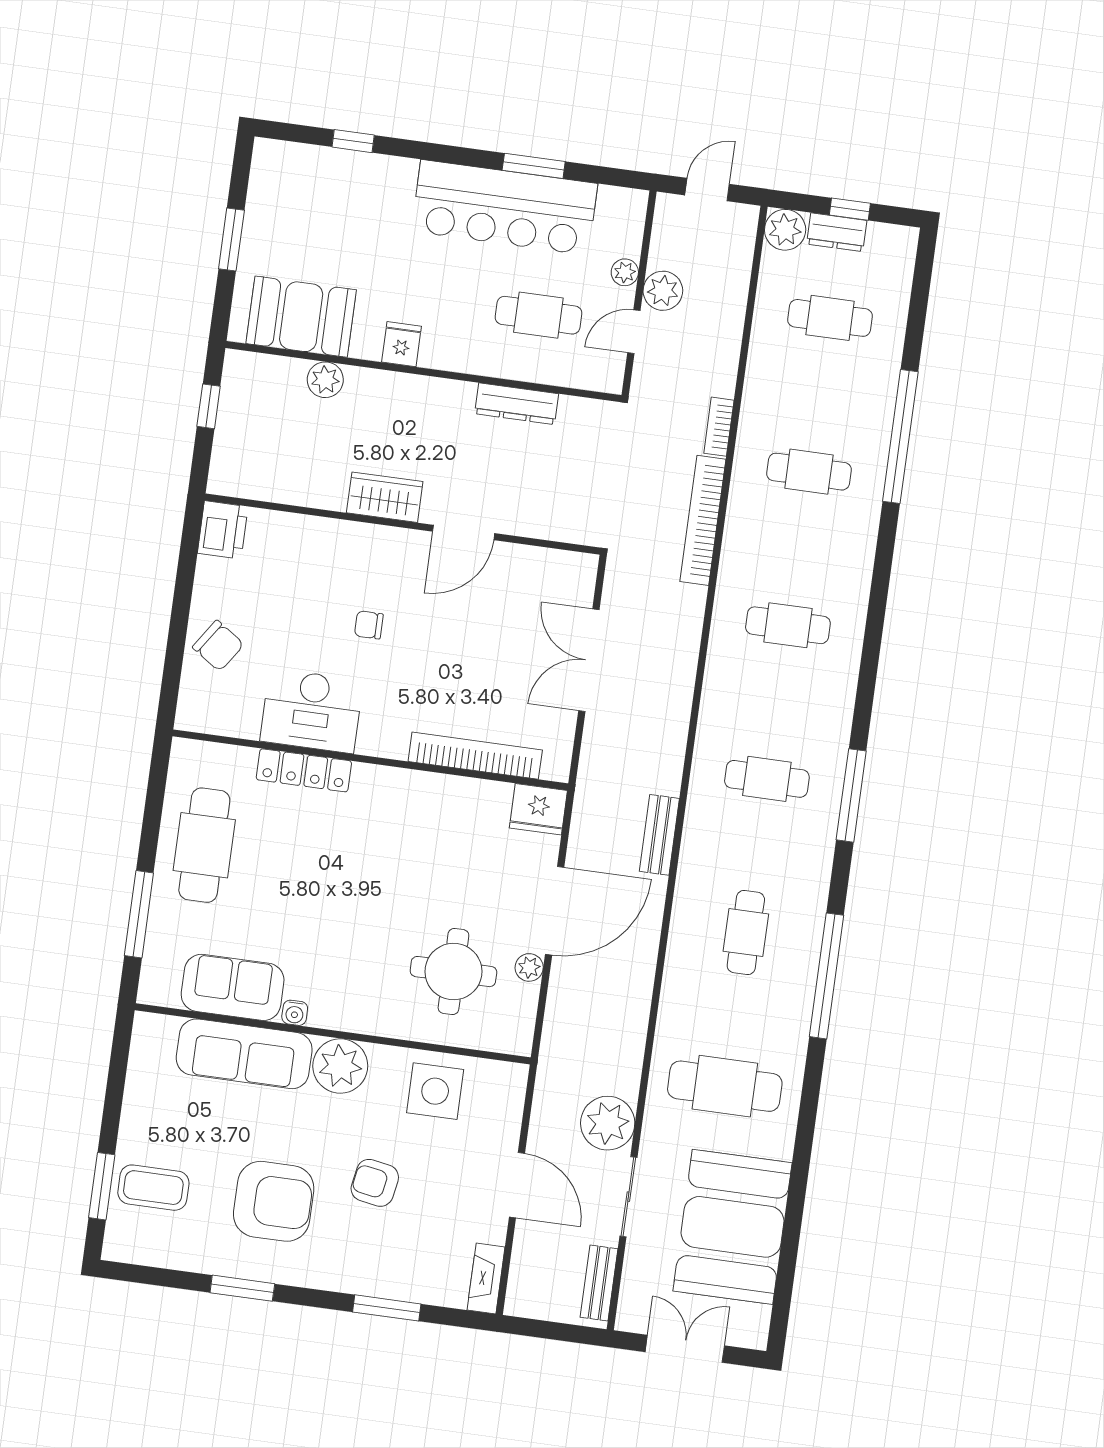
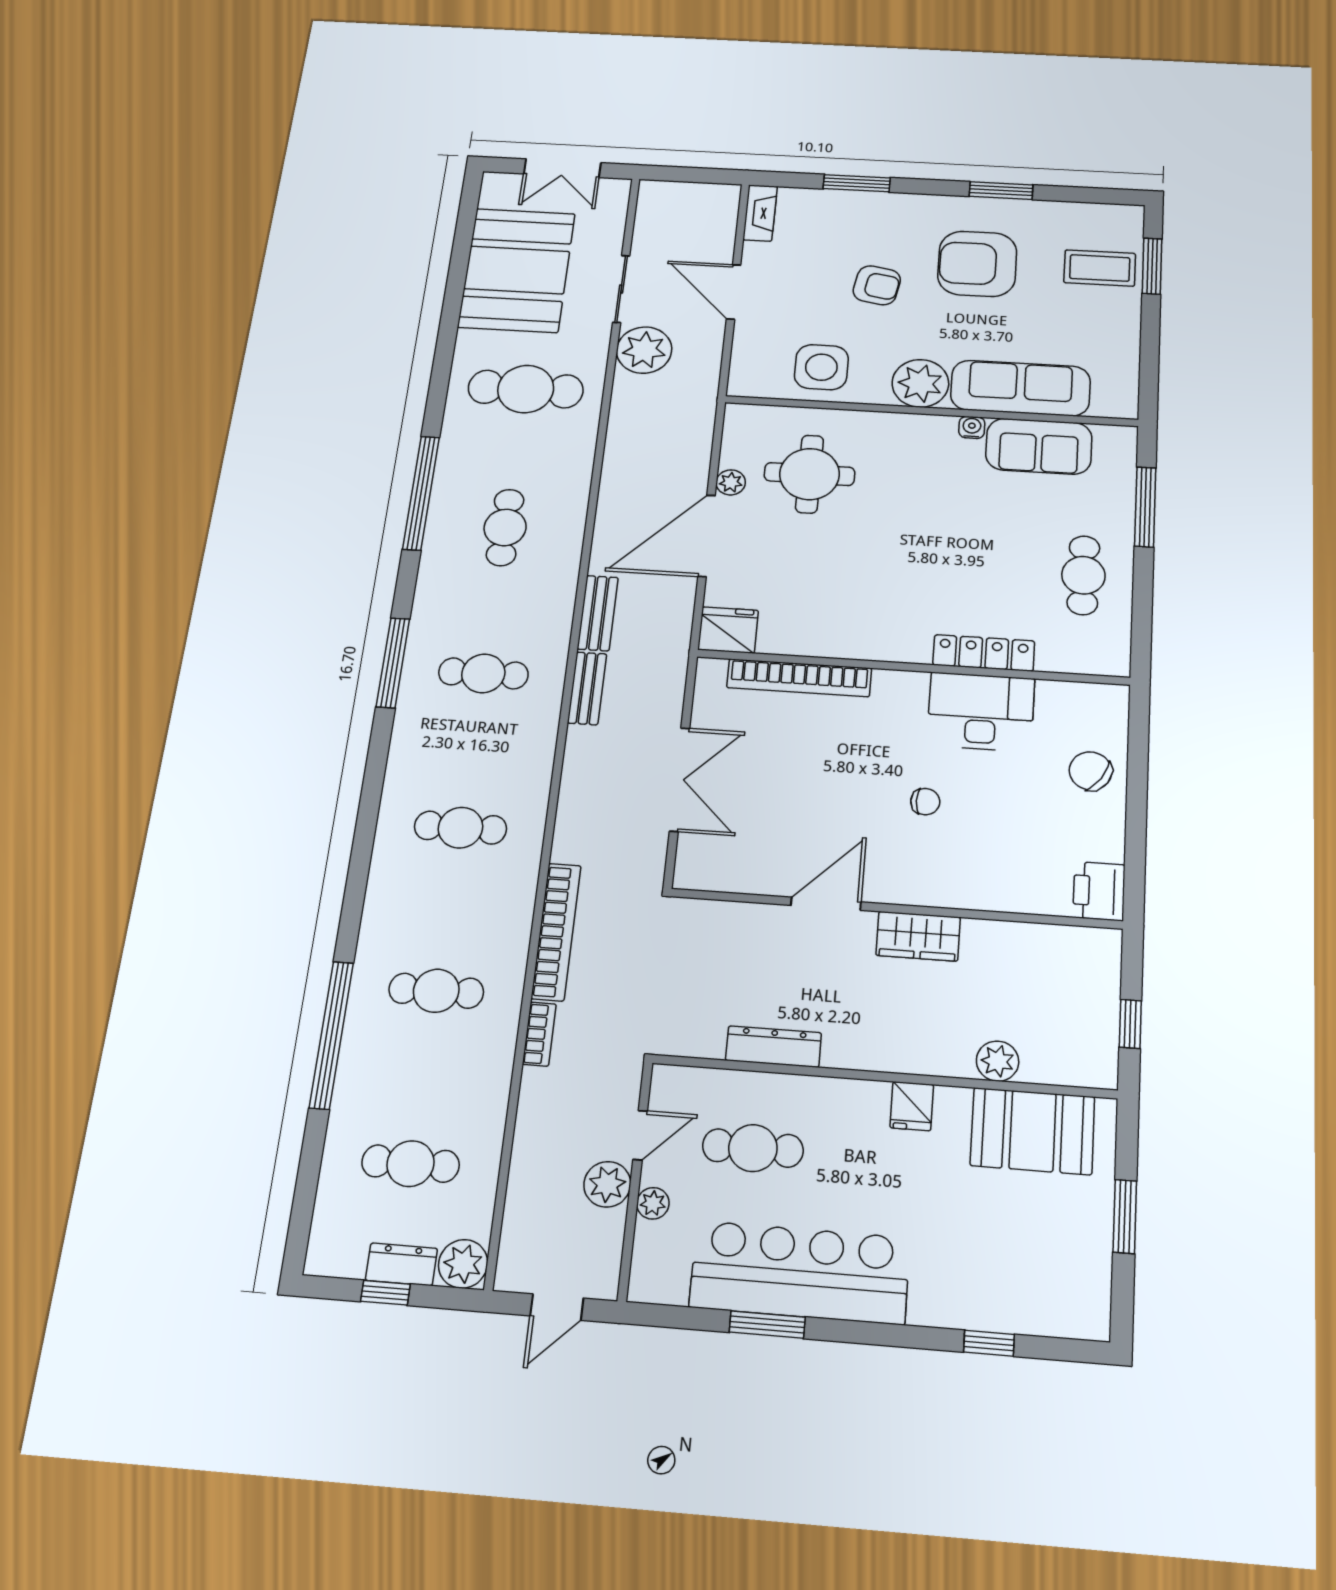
cafe table: (204, 845) -> (1083, 575), width x0.73, depth x0.74
bench: (599, 1283) -> (587, 688), moved

